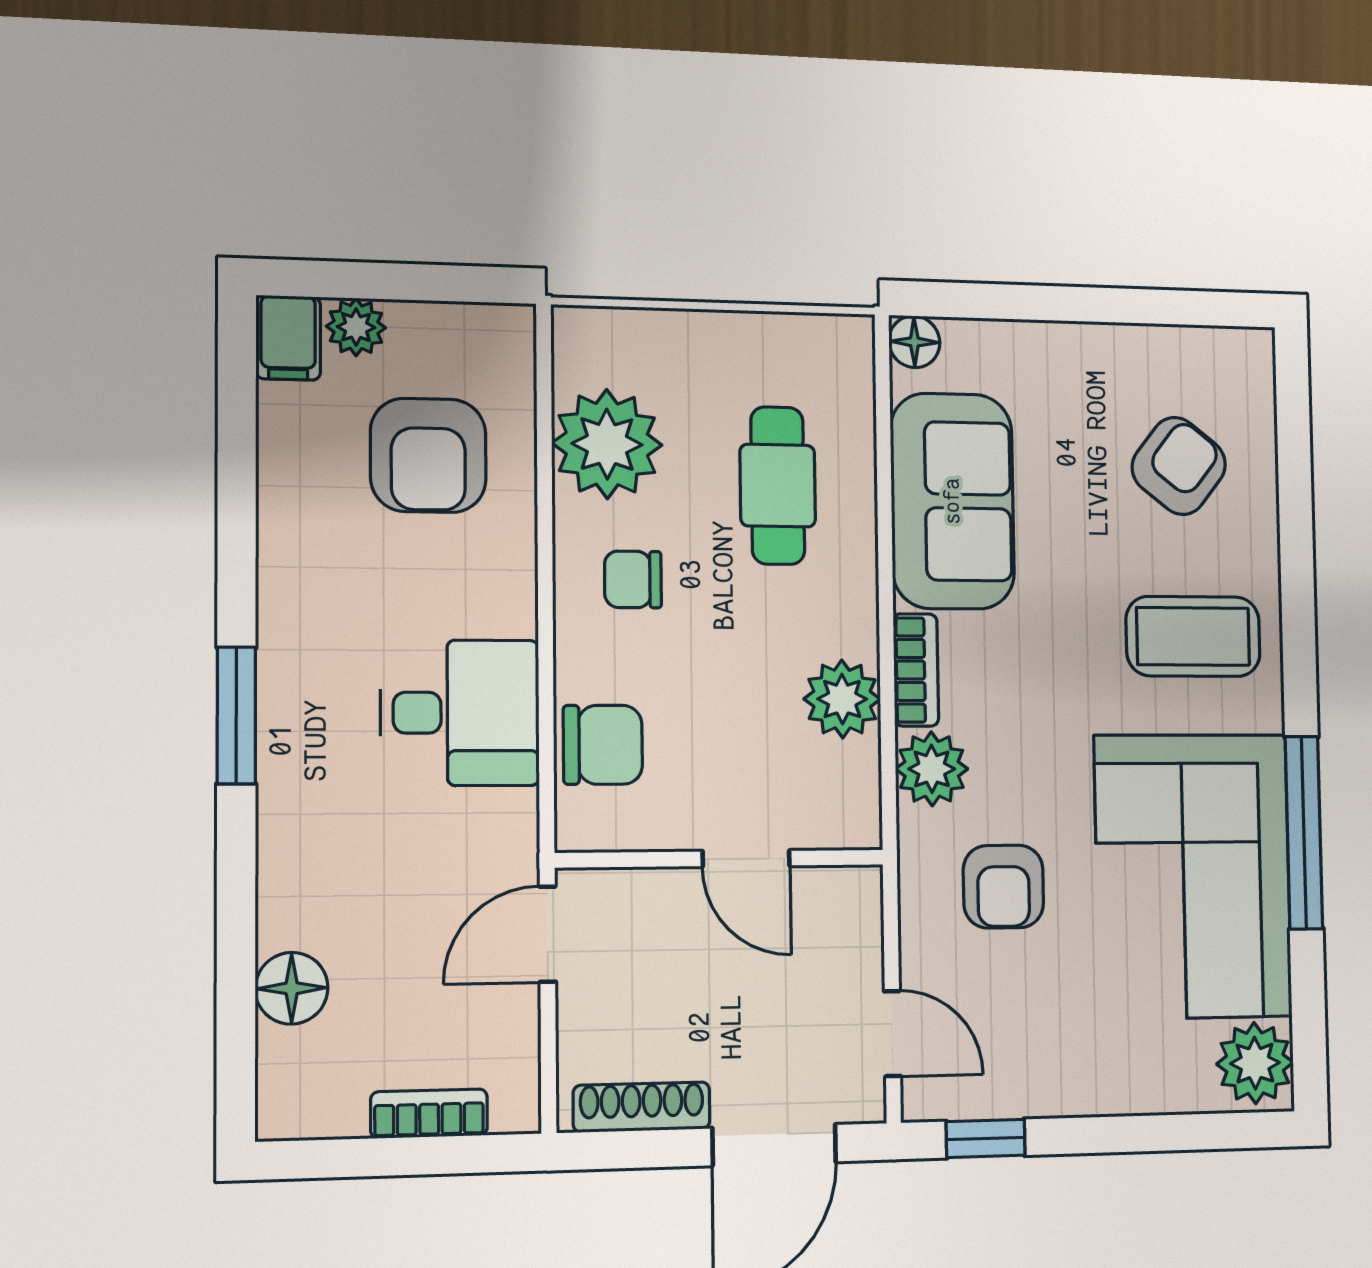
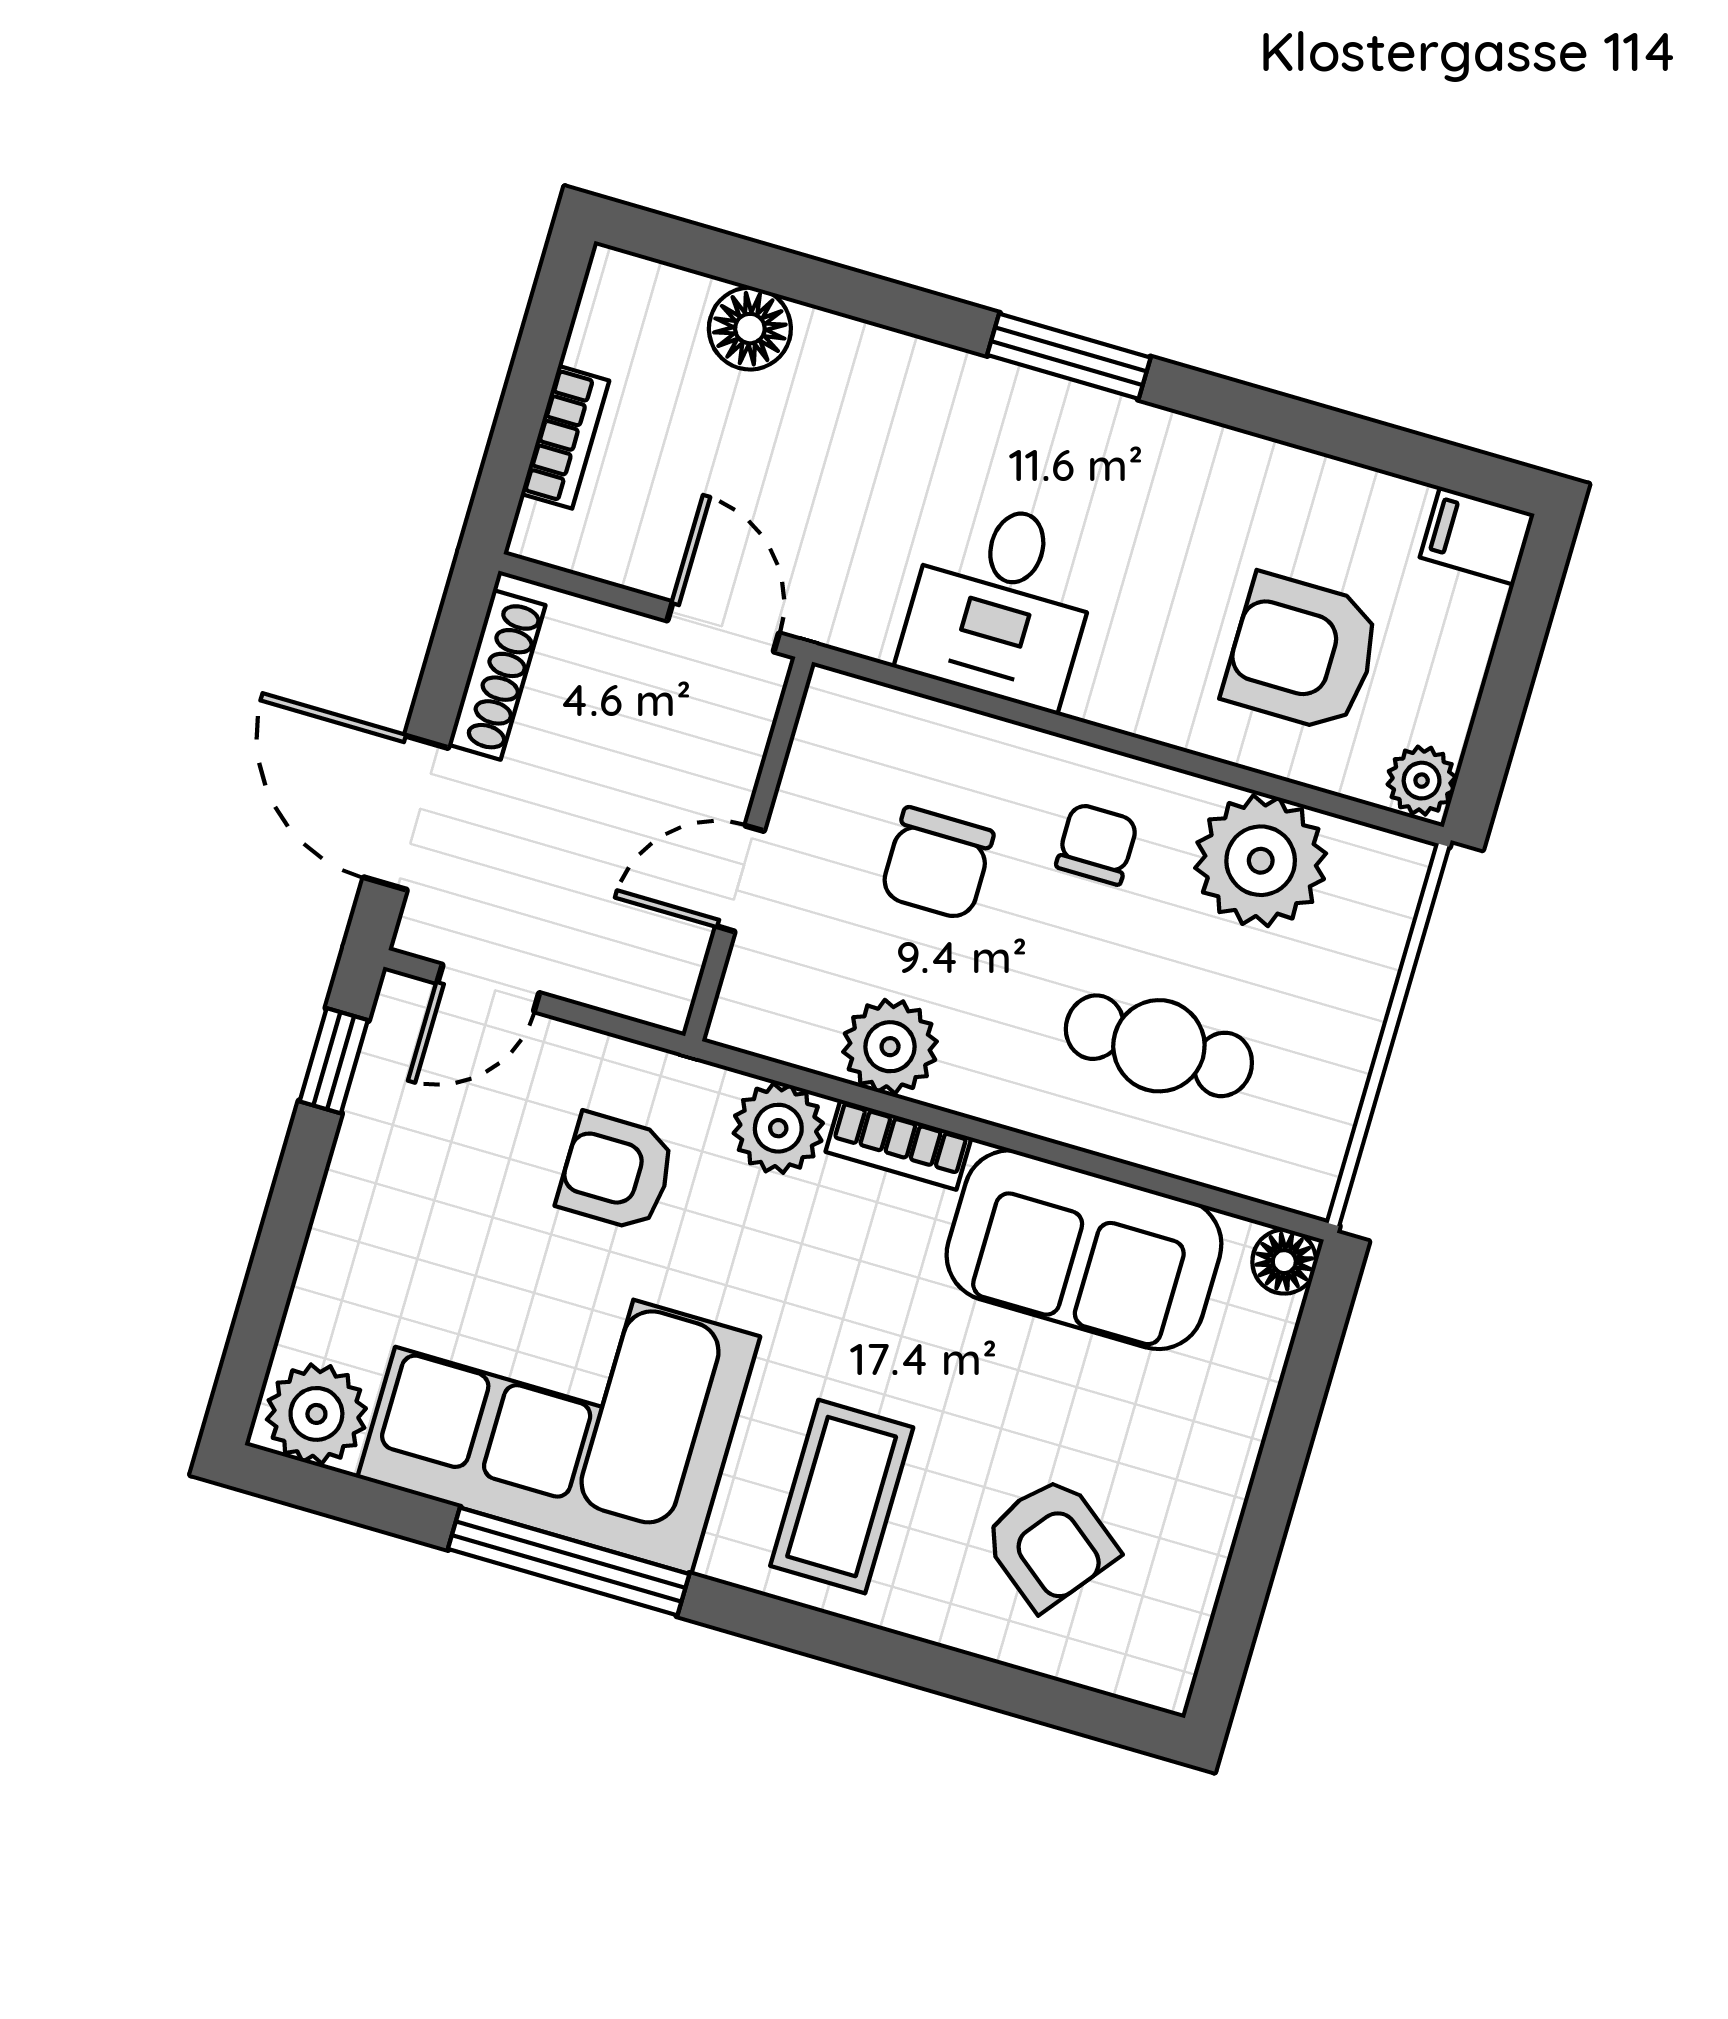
plant: (356, 327) -> (1422, 781), moved
chair: (603, 745) -> (937, 864), moved

